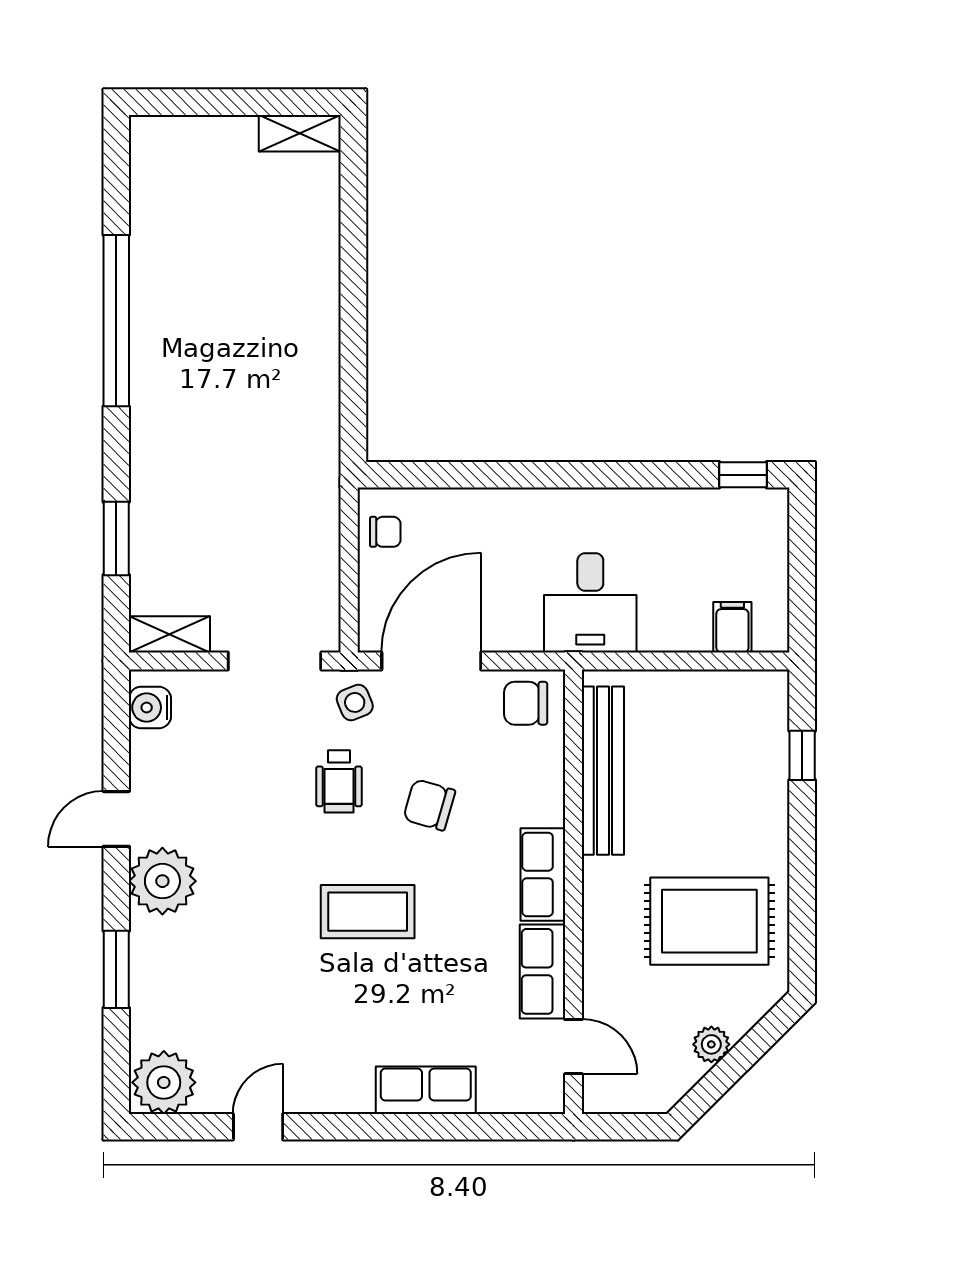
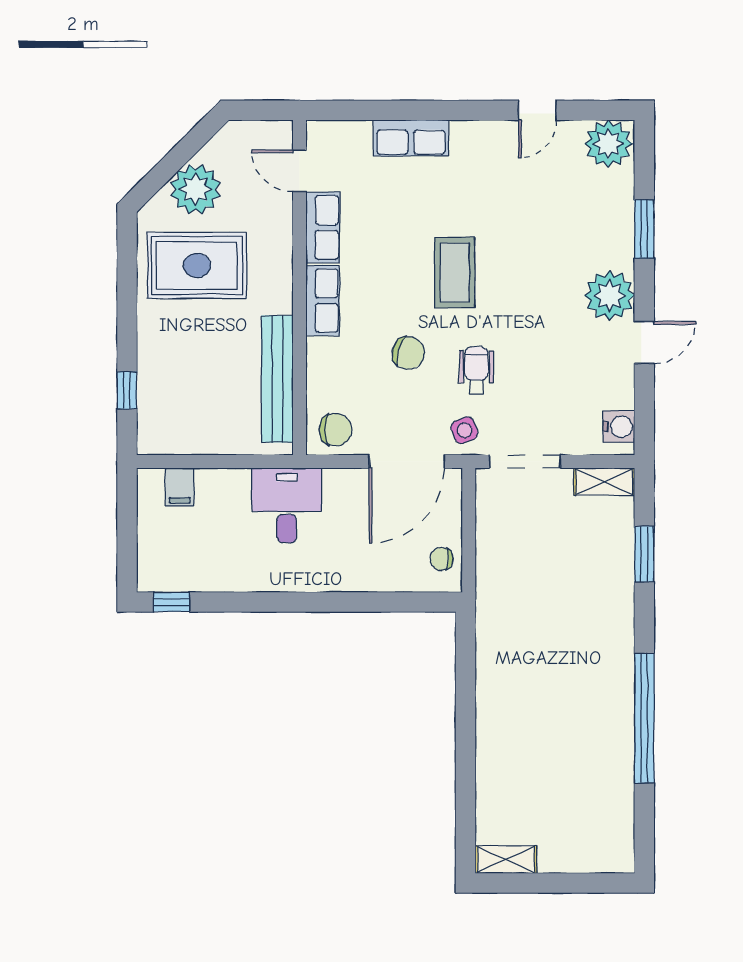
coffee table: (368, 912) -> (455, 273), turned 90
plant: (711, 1044) -> (196, 189), width x1.87, depth x1.87

